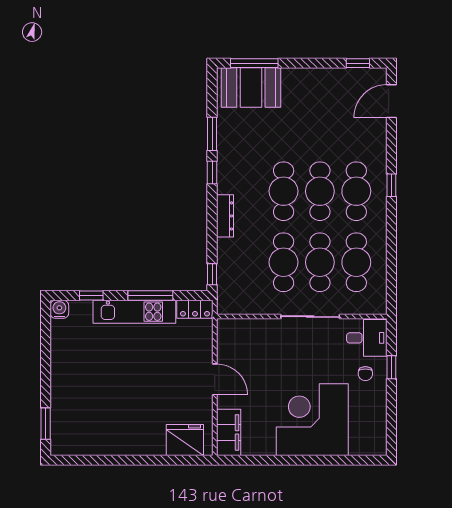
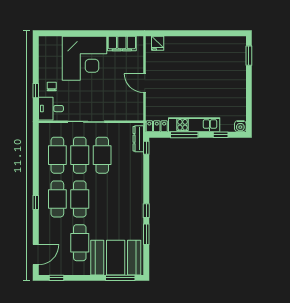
booth: (251, 88) -> (116, 258), width x1.36, depth x1.42
cafe table: (284, 191) -> (80, 243), moved
dresser: (225, 216) -> (138, 139), moved
filing cabinet: (229, 432) -> (122, 43), moved, turned -90
fridge: (185, 440) -> (158, 43), width x0.53, depth x0.75

